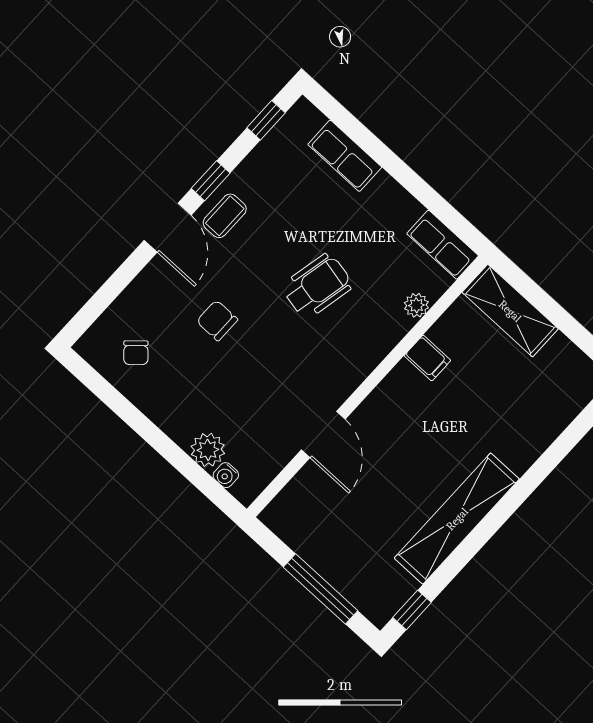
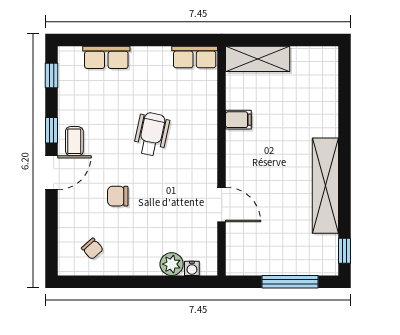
door: (168, 228) -> (52, 173), hinge flipped
plant: (416, 305) -> (209, 99), removed

